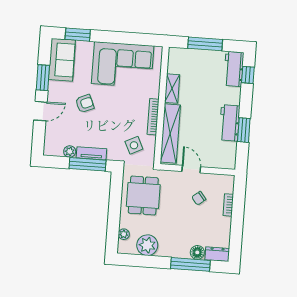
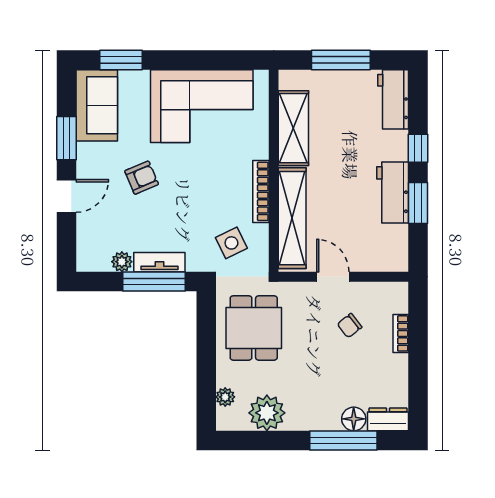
window: (248, 75) -> (418, 148), moved
shelving: (172, 89) -> (293, 128), width x1.50, depth x1.33

